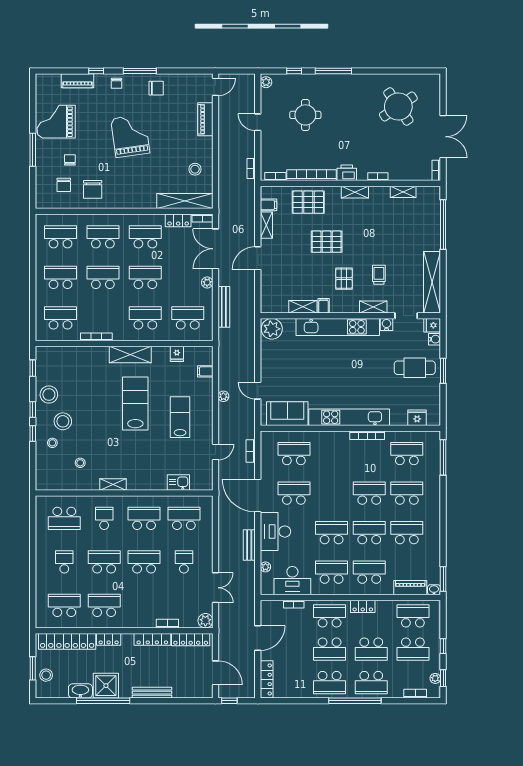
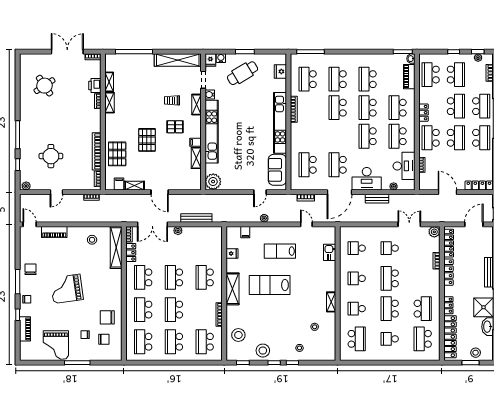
round table: (398, 106) -> (44, 86), width x0.73, depth x0.73
printer: (347, 173) -> (95, 86), moved
chair: (93, 189) -> (107, 317), turned 180
shelving: (355, 192) -> (109, 103), moved
school desk: (188, 318) -> (205, 245), removed
cafe table: (415, 368) -> (243, 73), turned 59
stool: (63, 421) -> (238, 335), moved
school desk: (144, 518) -> (357, 278), width x0.54
school desk: (184, 518) -> (357, 248), width x0.54
school desk: (104, 605) -> (423, 309), turned 180

